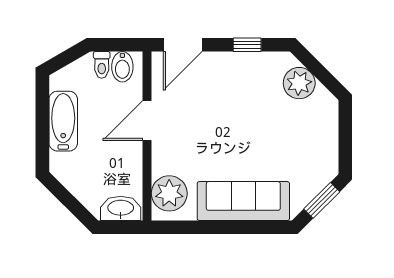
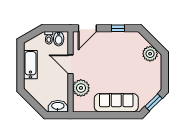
plant: (299, 83) -> (150, 54), moved
door: (147, 121) -> (70, 64), hinge flipped
plant: (169, 193) -> (81, 88), moved

